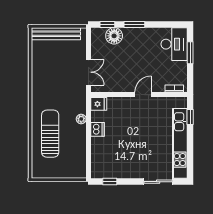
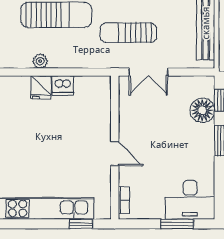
sun lounger: (62, 85) -> (128, 33), added
fridge: (99, 104) -> (41, 87), moved
plant: (81, 119) -> (40, 61), moved

